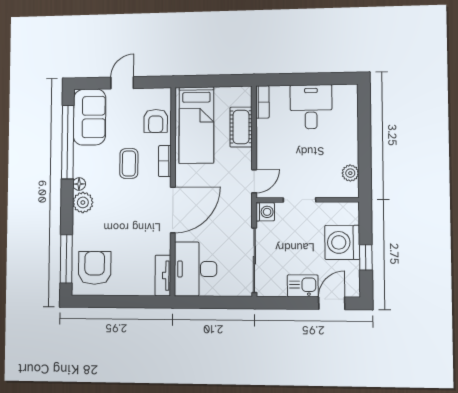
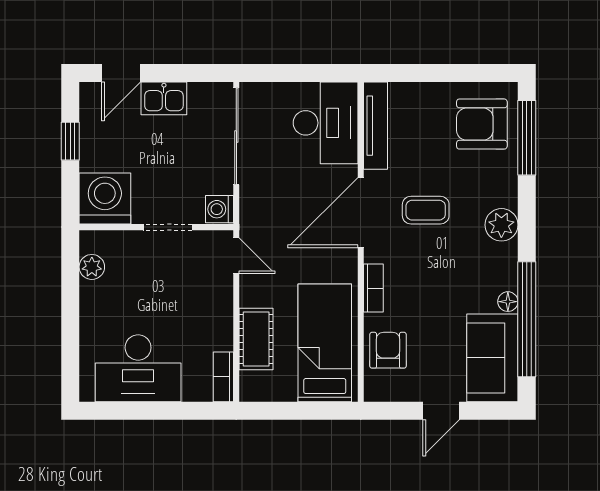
desk: (311, 107) -> (138, 368), width x1.37
coffee table: (129, 164) -> (426, 210), moved, turned 90
door: (254, 181) -> (236, 256), swing flipped
floor lamp: (79, 184) -> (508, 302), moved
washing machine: (342, 242) -> (105, 198), moved, turned -90
armchair: (95, 268) -> (482, 124), turned 90
tv unit: (163, 275) -> (376, 126), width x1.41

